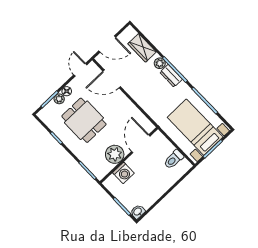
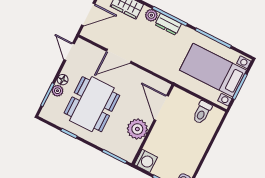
door: (112, 79) -> (119, 56), moved
dining table: (84, 120) -> (92, 104), width x1.38
washing machine: (123, 173) -> (146, 161), moved

